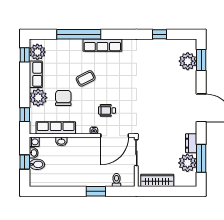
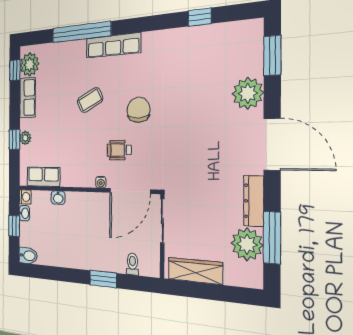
plant: (188, 61) -> (248, 93), moved
plant: (38, 98) -> (25, 138), width x0.53, depth x0.53
chair: (63, 98) -> (138, 110), moved
window: (25, 115) -> (14, 139), moved
row of seats: (56, 128) -> (43, 177), width x0.68
dresser: (191, 143) -> (254, 201), width x1.44
bidet: (37, 164) -> (28, 256), moved

